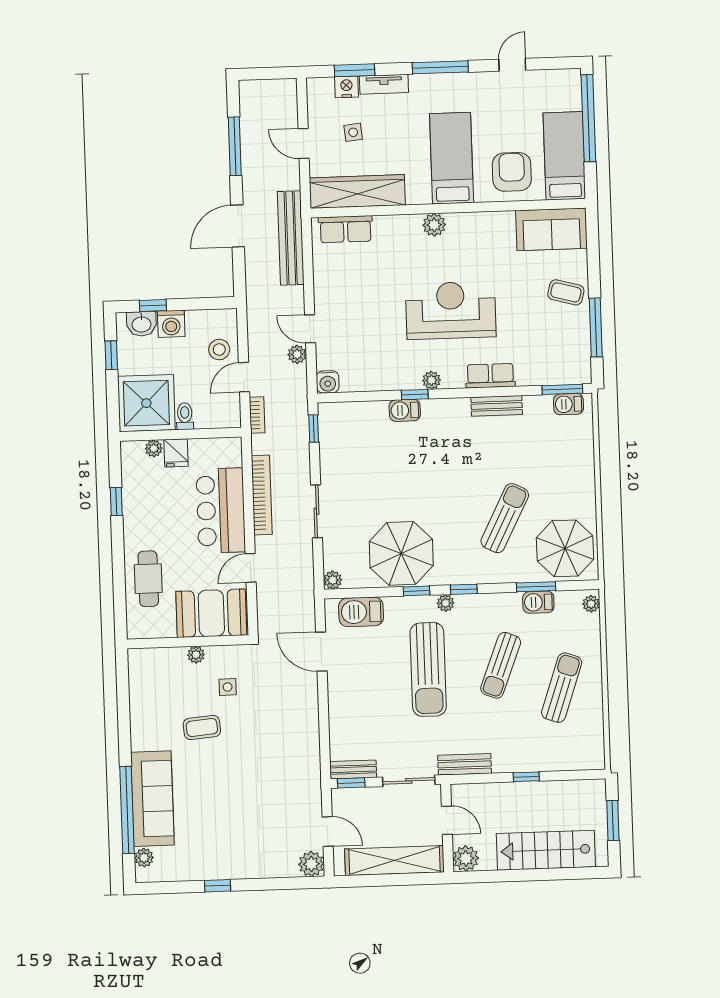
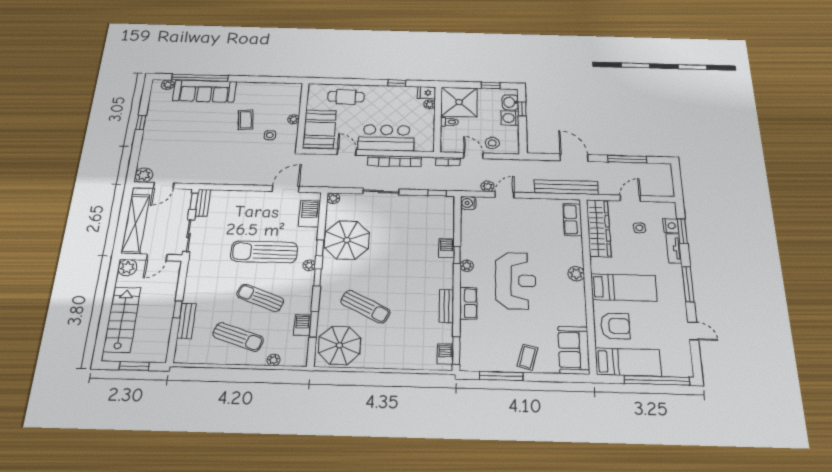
fridge: (176, 453) -> (427, 93), moved
plant: (591, 604) -> (274, 360), moved
bench: (465, 764) -> (187, 321), moved

